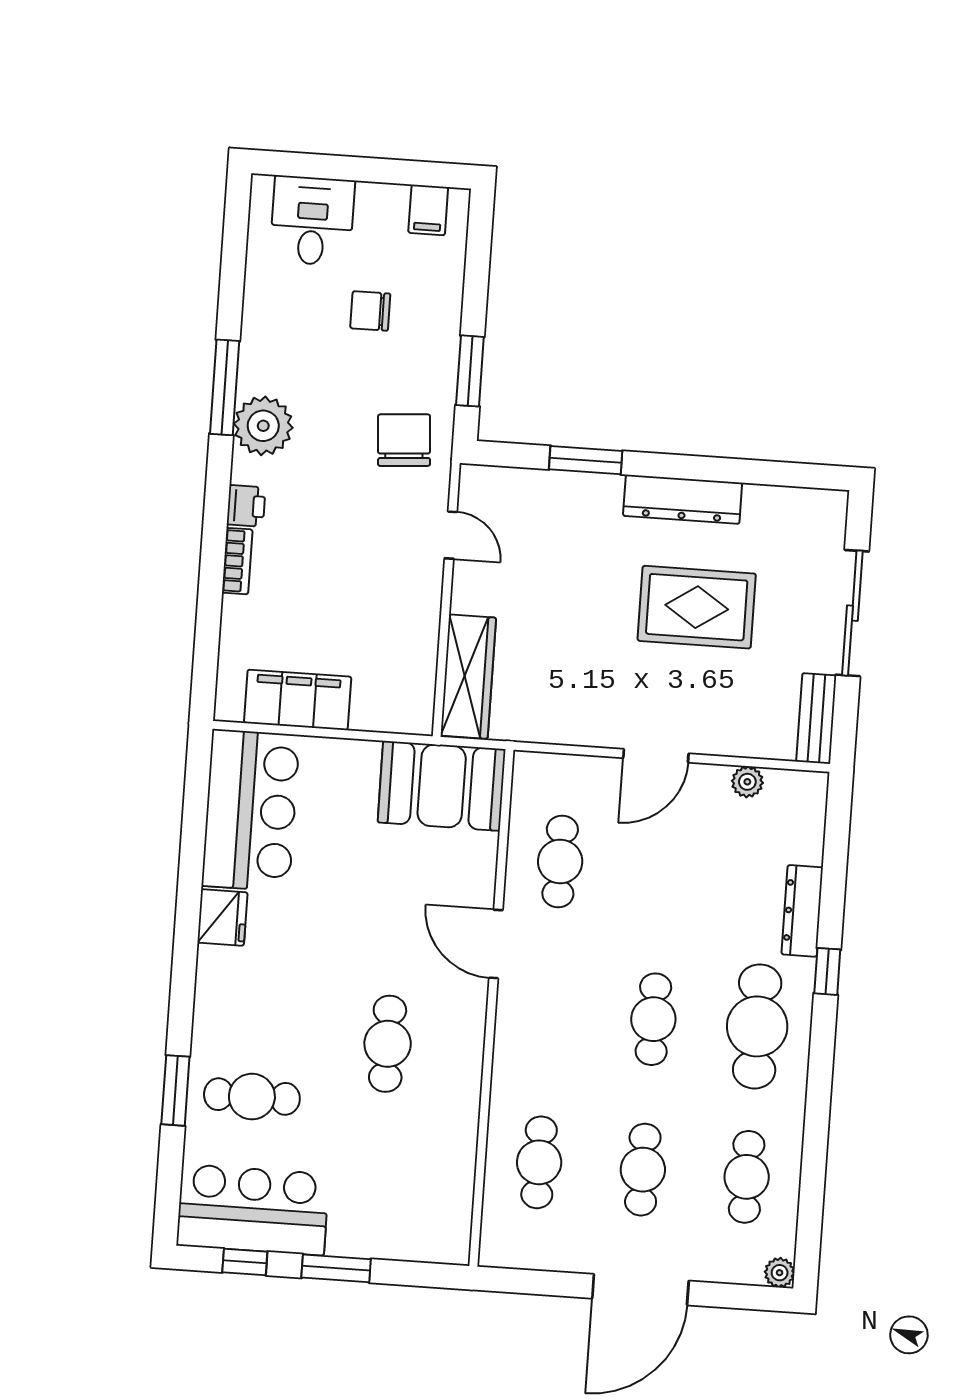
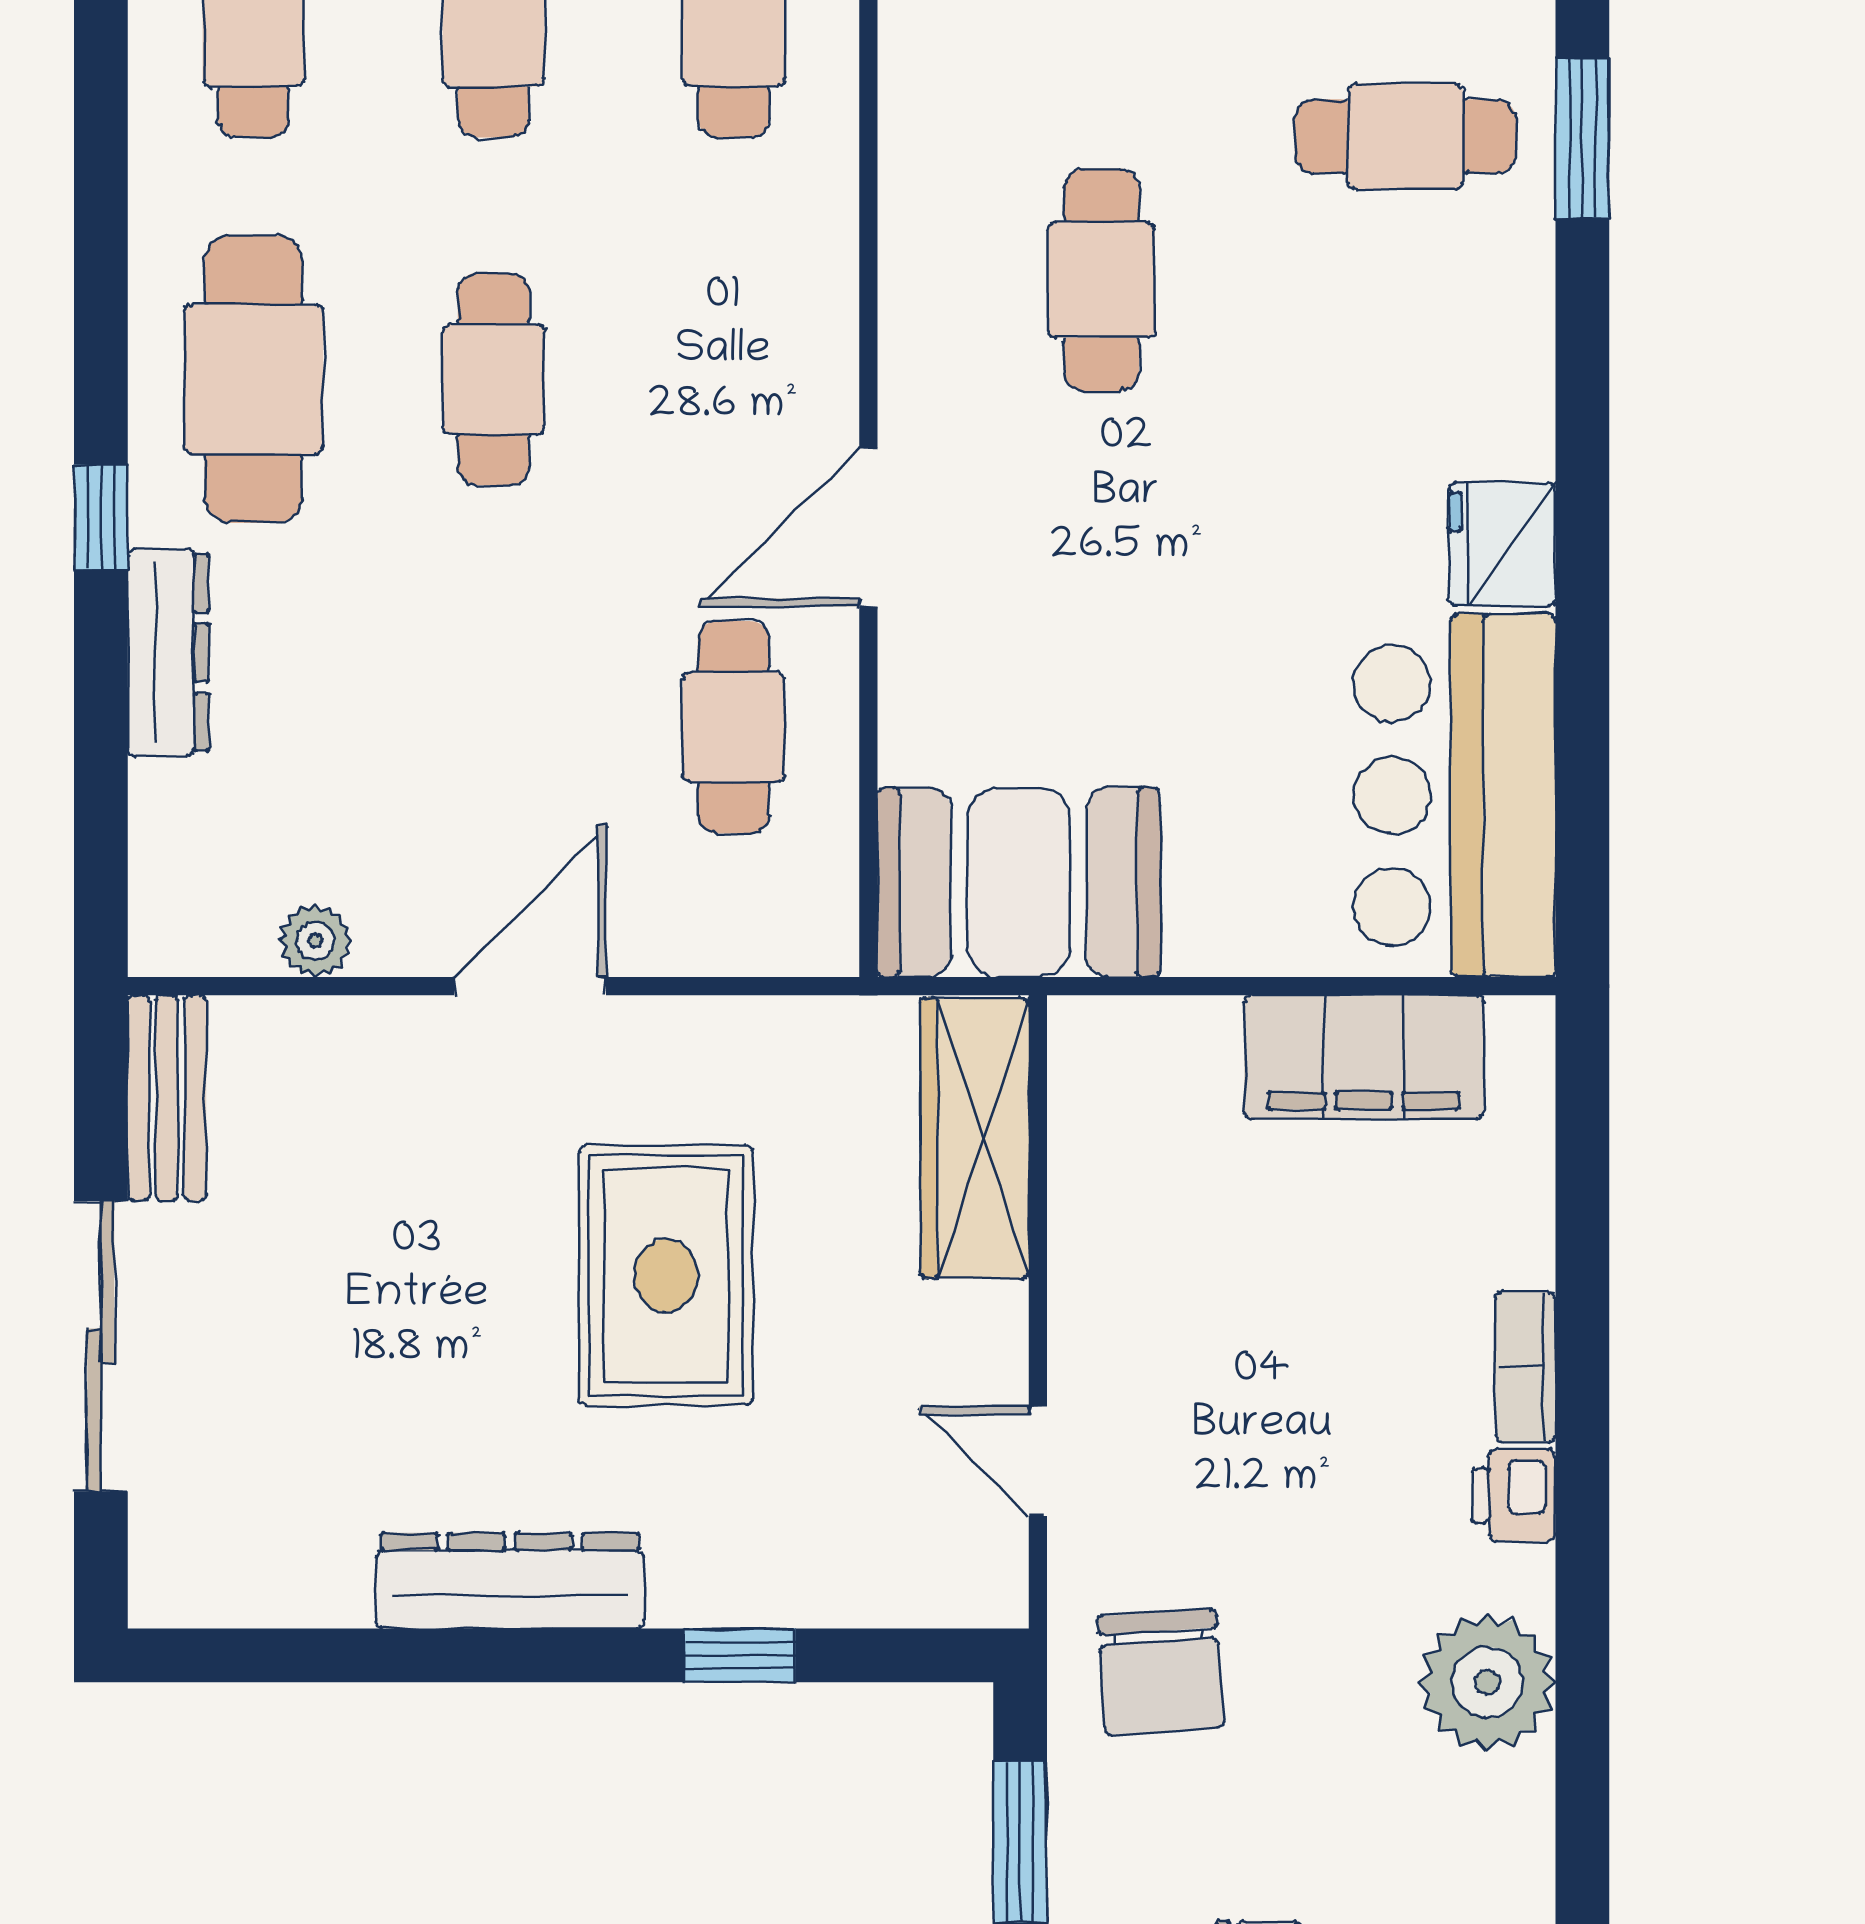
window: (225, 387) -> (1582, 1765), removed
window: (586, 460) -> (740, 1655), width x0.67
rug: (697, 607) -> (666, 1275), moved, turned 90
door: (496, 944) -> (868, 527), swing flipped

